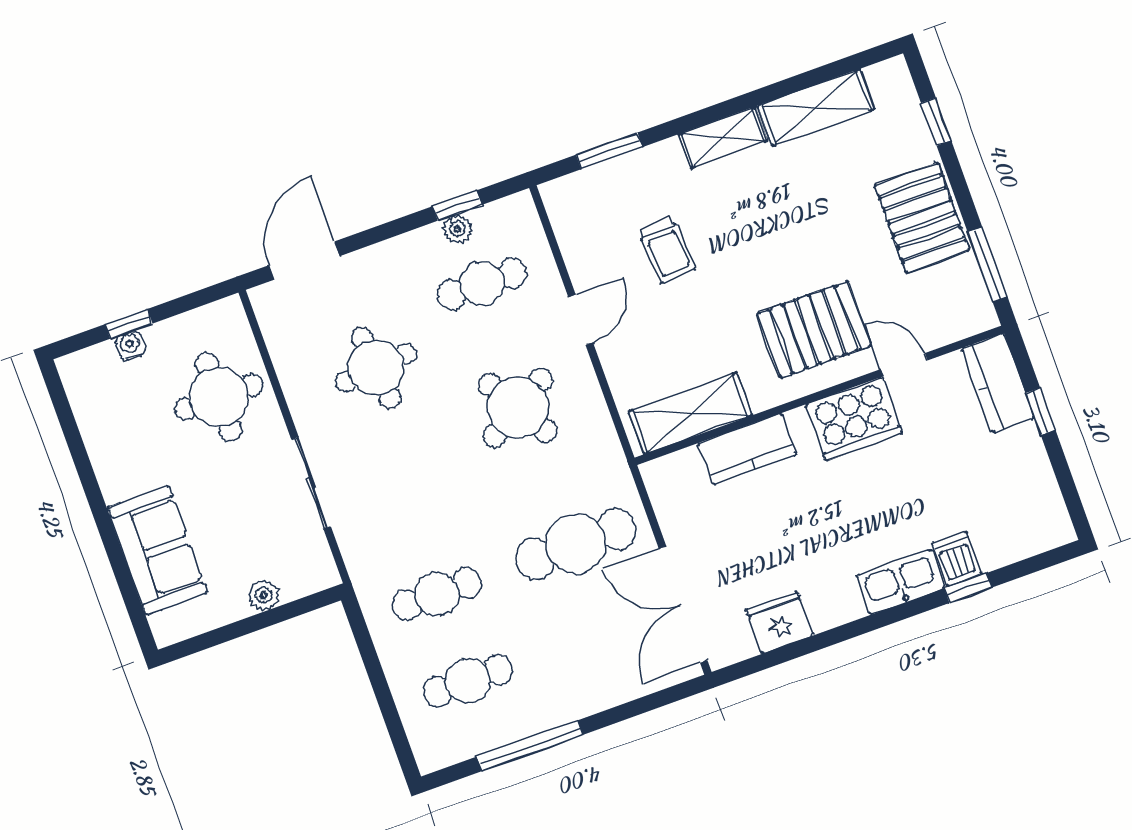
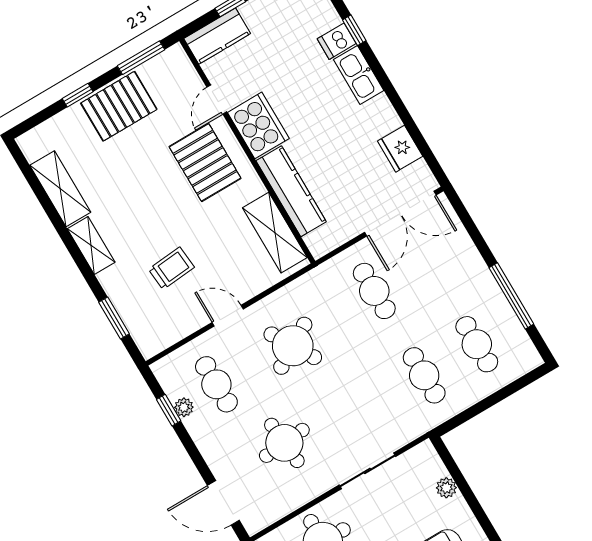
window: (936, 122) -> (78, 95), moved
kitchen counter: (747, 449) -> (291, 191), width x1.50
cafe table: (576, 544) -> (374, 291), width x0.73, depth x0.74

